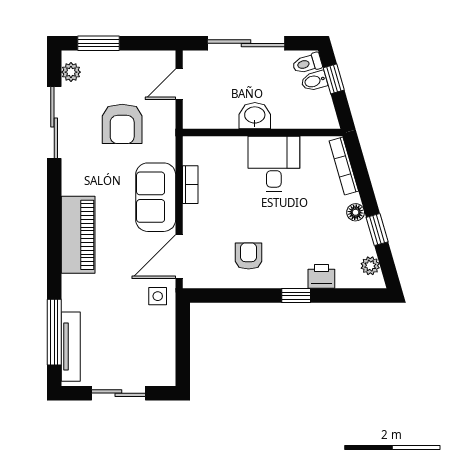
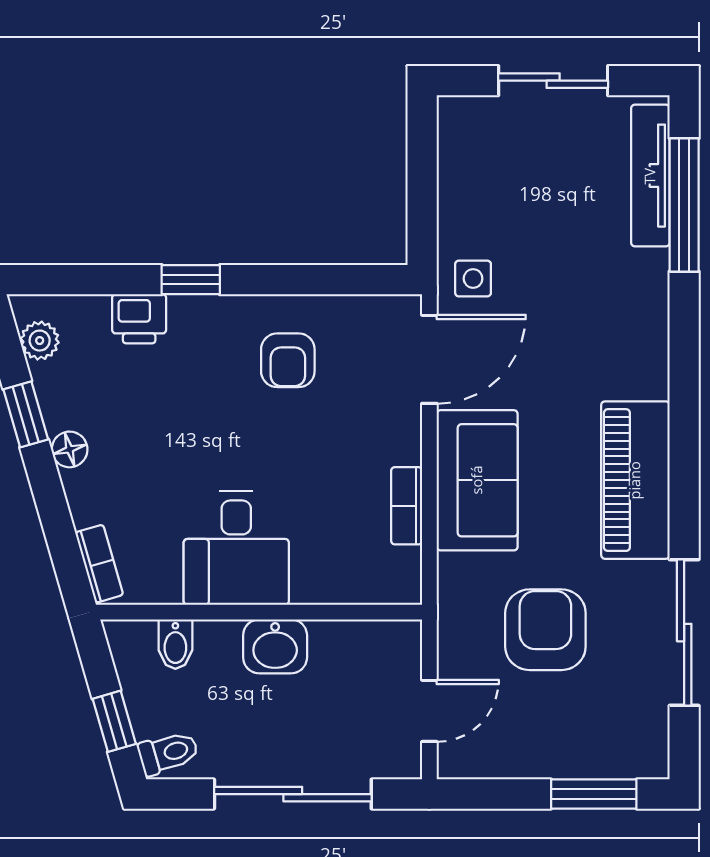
plant: (71, 72) -> (650, 735), removed
bidet: (314, 81) -> (175, 644), moved, turned 106
bookcase: (344, 166) -> (99, 564), width x0.64
piano: (78, 235) -> (635, 480), moved

